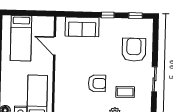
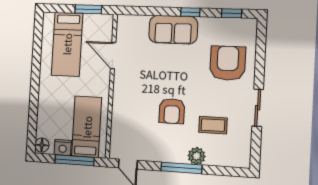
window: (36, 13) -> (88, 9), added
sofa: (82, 27) -> (173, 30), moved
armchair: (97, 83) -> (172, 111), turned 90

